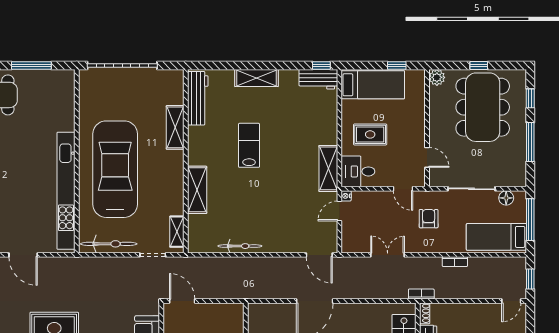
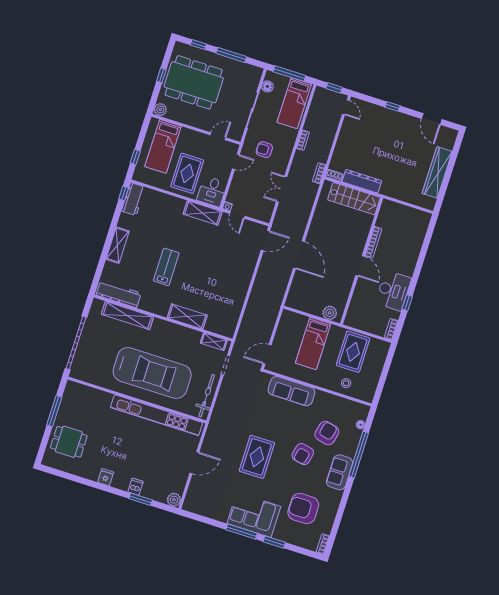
window: (397, 65) -> (135, 157), moved
bed: (373, 85) -> (163, 146), moved, turned 180
shelving: (175, 127) -> (127, 316), width x1.47
rug: (370, 134) -> (187, 173), width x1.36, depth x1.43
lab bench: (249, 145) -> (166, 267), turned 90
car: (115, 169) -> (152, 373), turned 180
bicycle: (240, 246) -> (240, 298), removed

